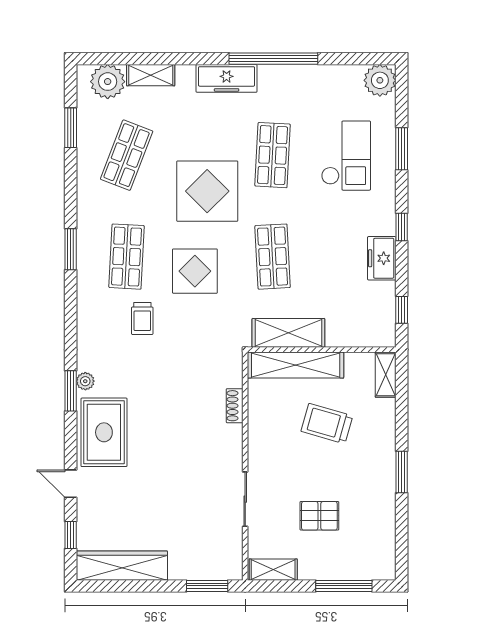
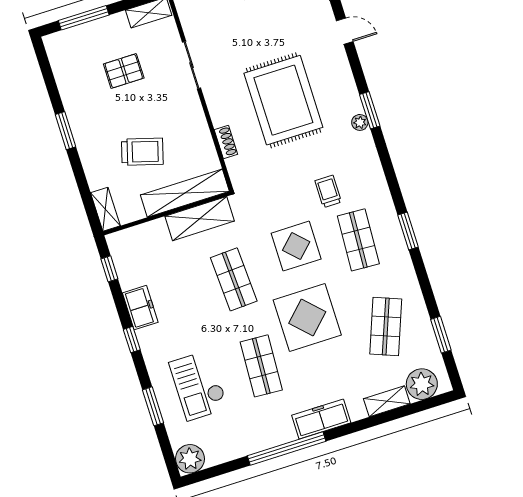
rug: (104, 432) -> (283, 100), moved, width x1.37, depth x1.44

